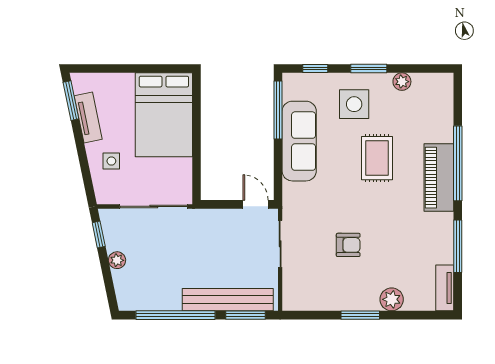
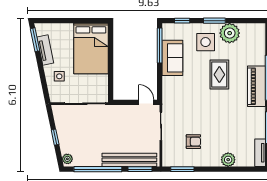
plant: (402, 82) -> (230, 33), width x1.87, depth x1.87
sofa: (299, 141) -> (172, 58), width x0.73
window: (99, 235) -> (55, 137), moved
armchair: (348, 245) -> (193, 142), moved
plant: (117, 260) -> (67, 159), moved
window: (360, 315) -> (182, 169), moved

